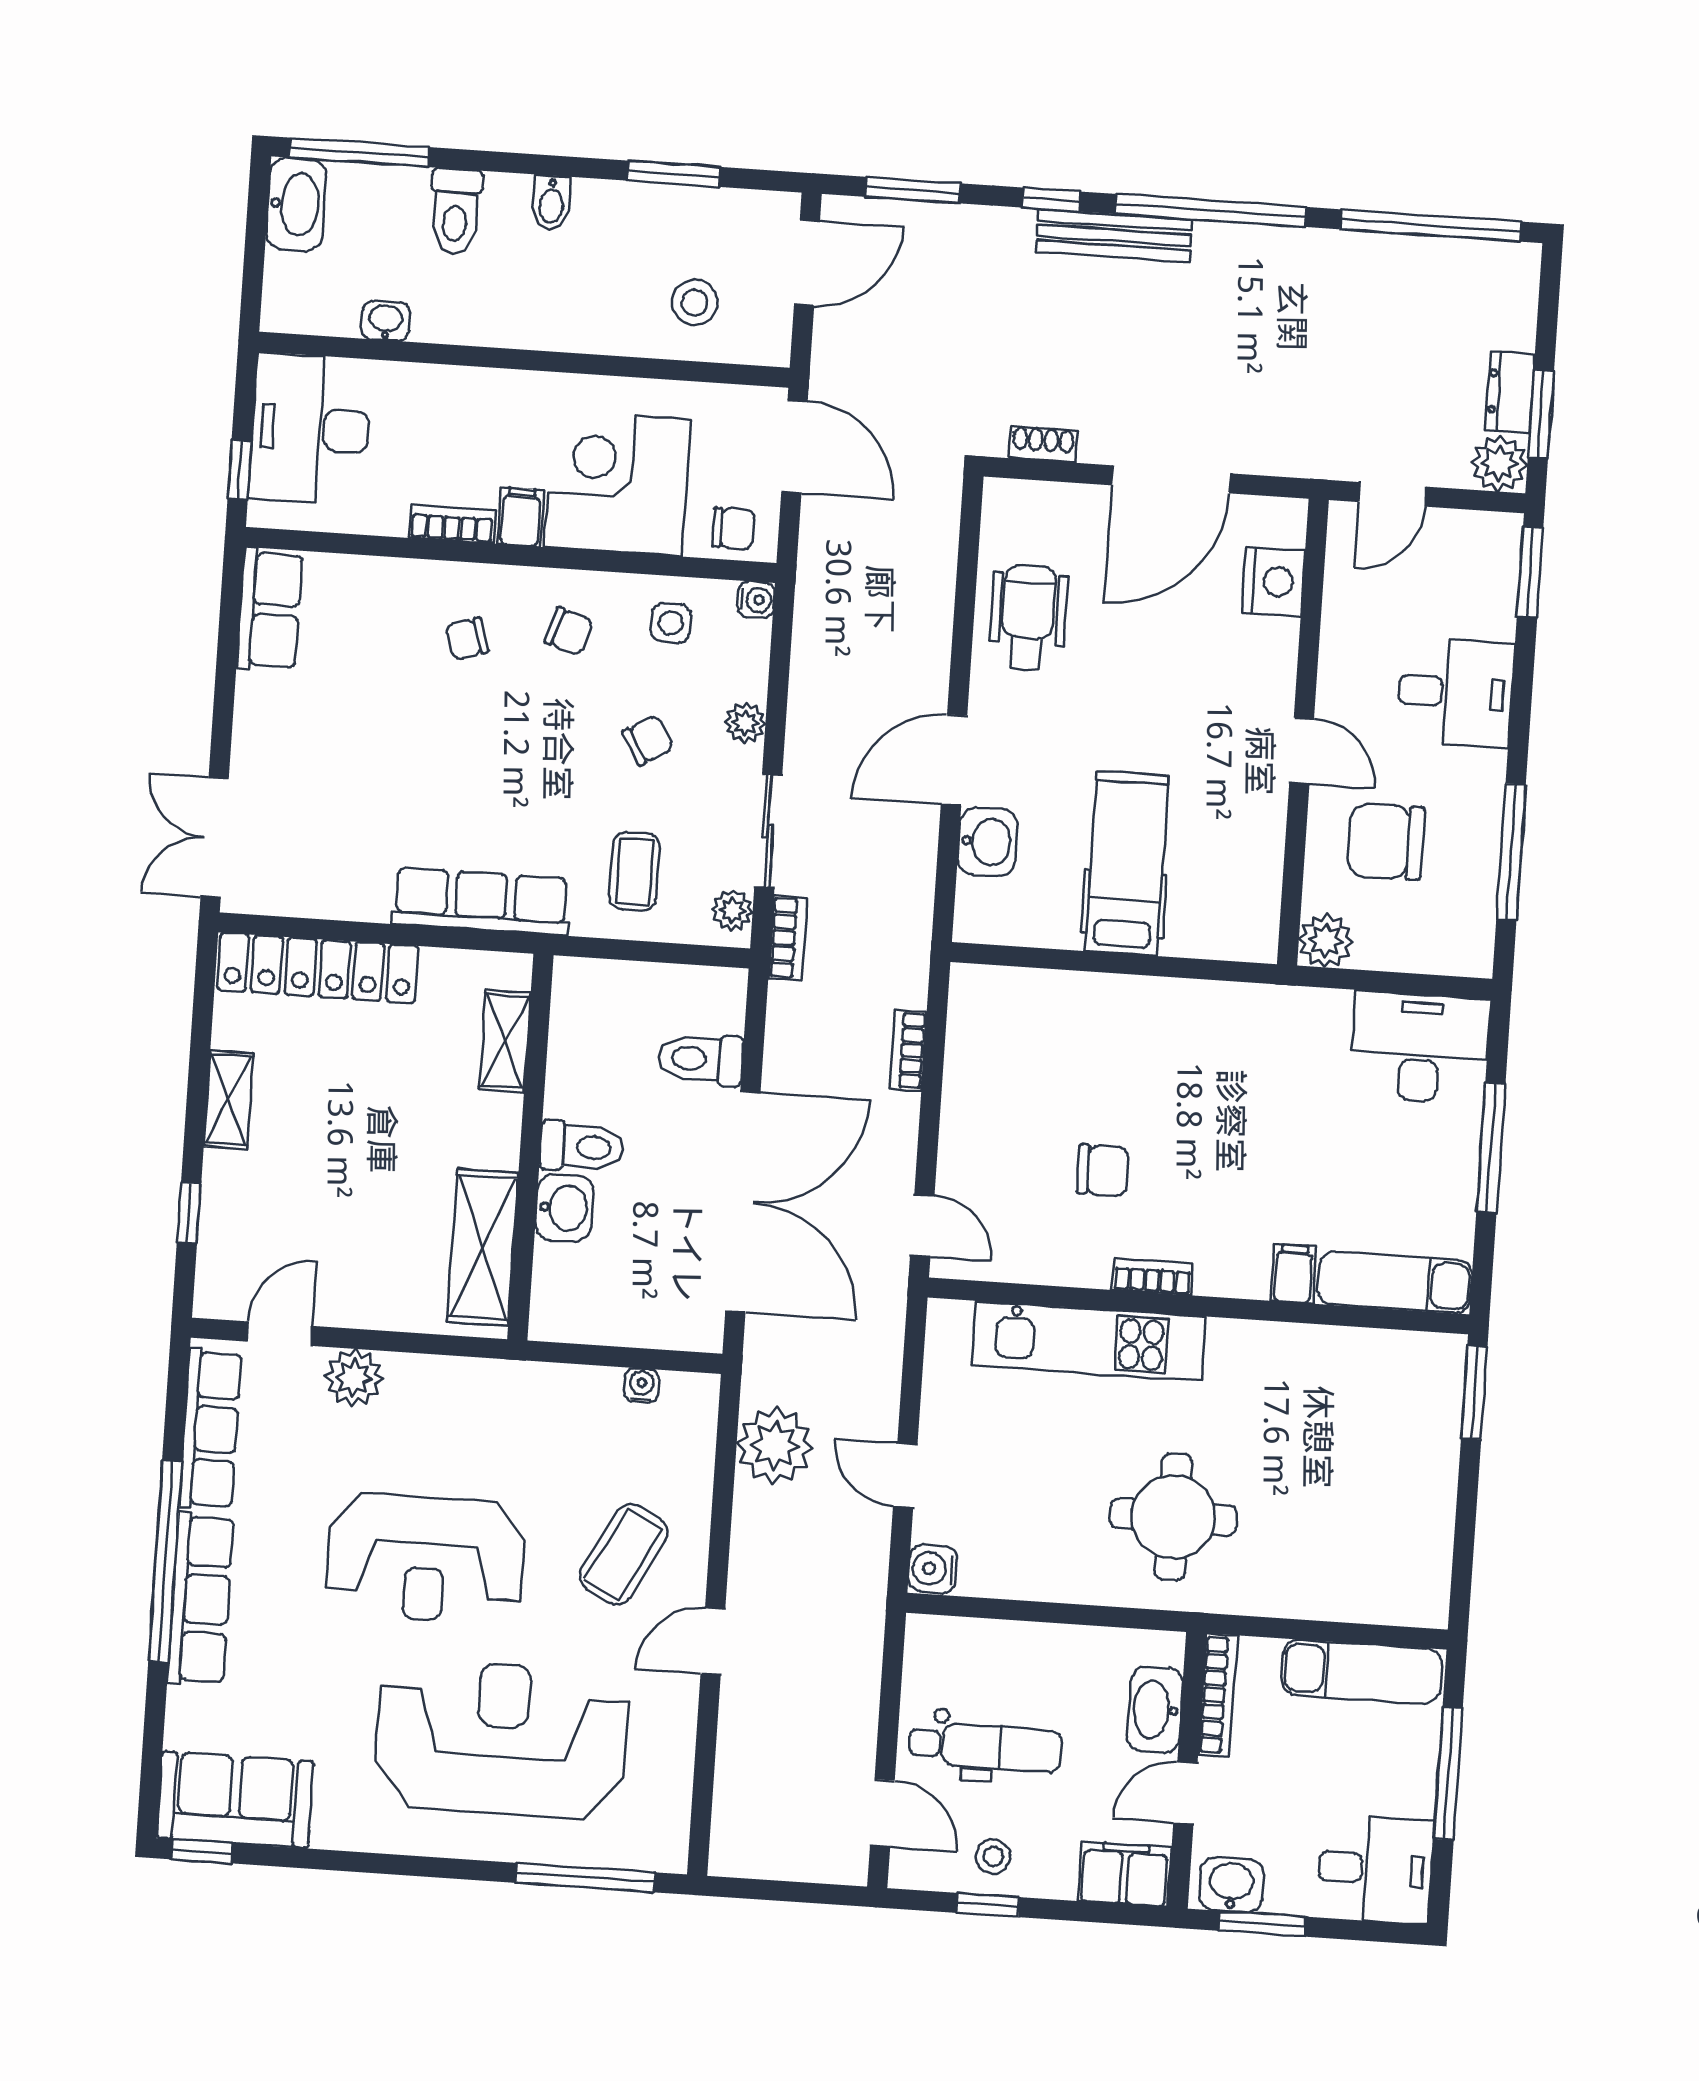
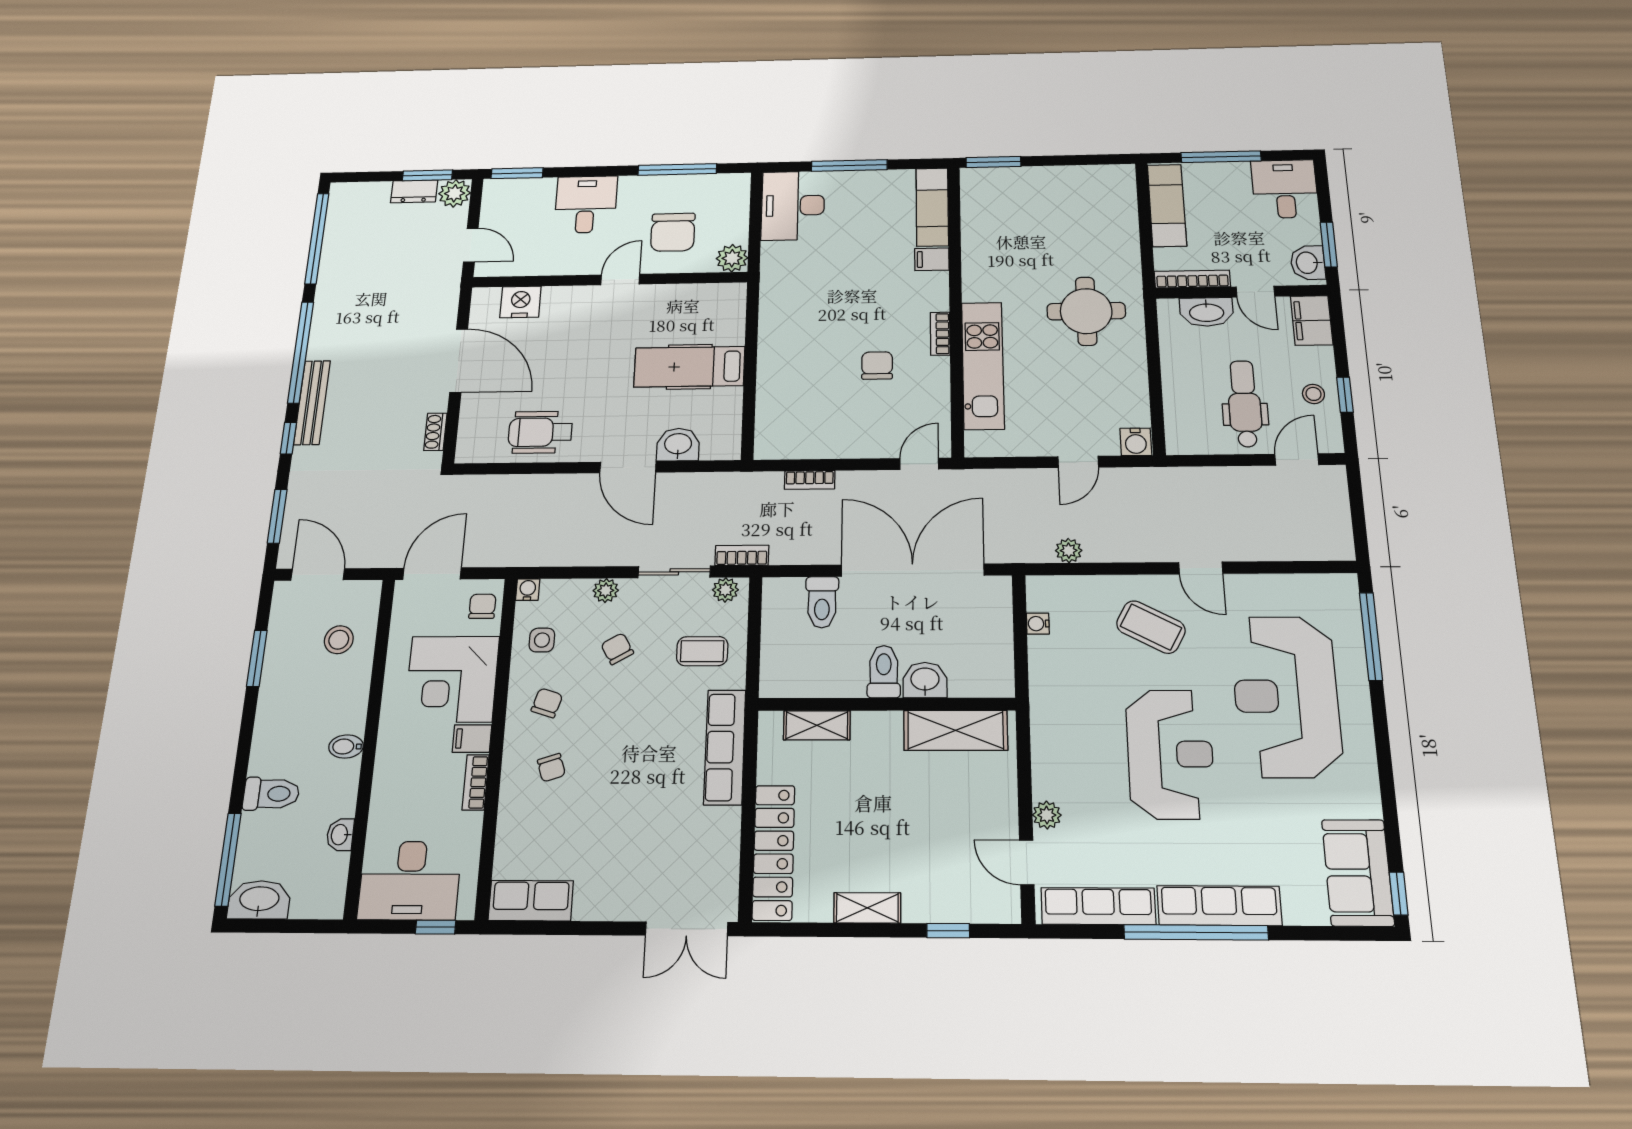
bidet: (551, 202) -> (346, 747), moved, turned 180
plant: (354, 1378) -> (1047, 815), width x0.73, depth x0.73
plant: (775, 1446) -> (1069, 551), width x0.53, depth x0.53

